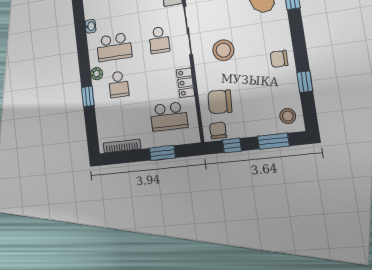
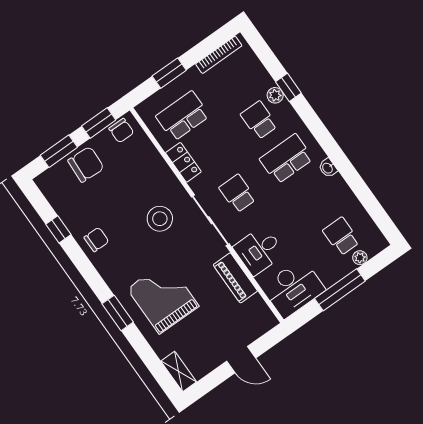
plant: (97, 74) -> (275, 95), moved
chair: (220, 102) -> (86, 164), moved
stool: (288, 116) -> (57, 185), removed
window: (232, 146) -> (99, 123), width x1.50

